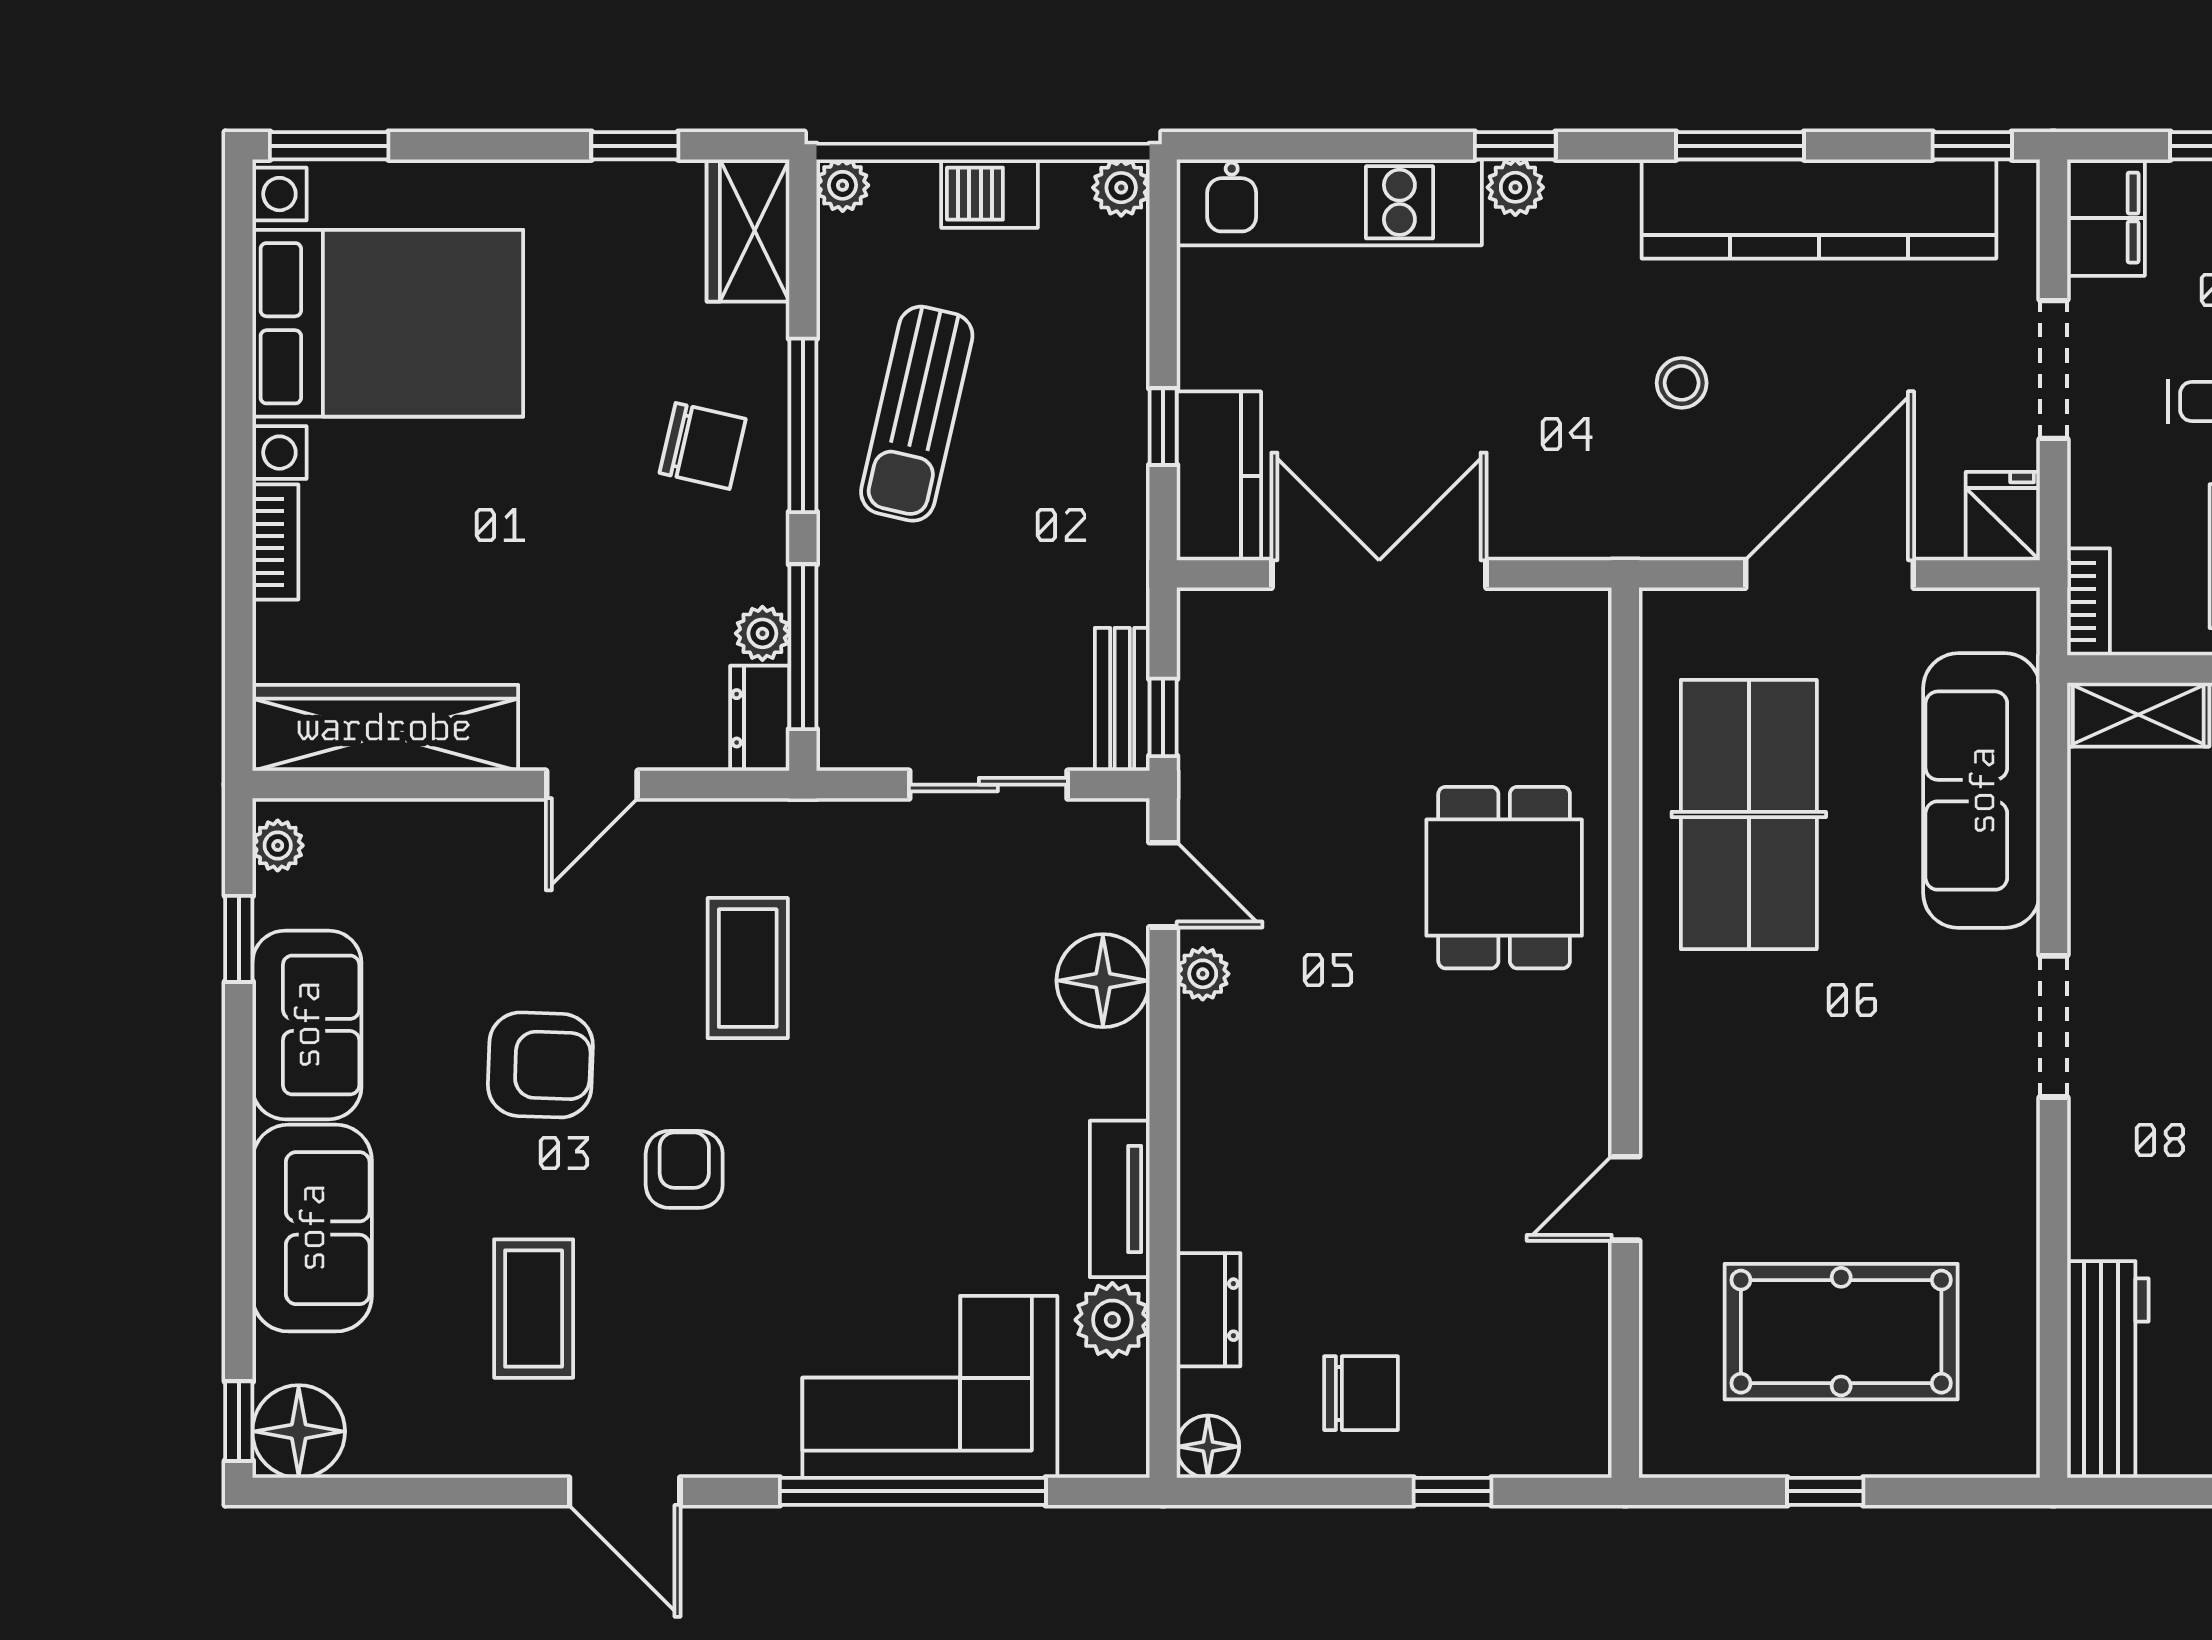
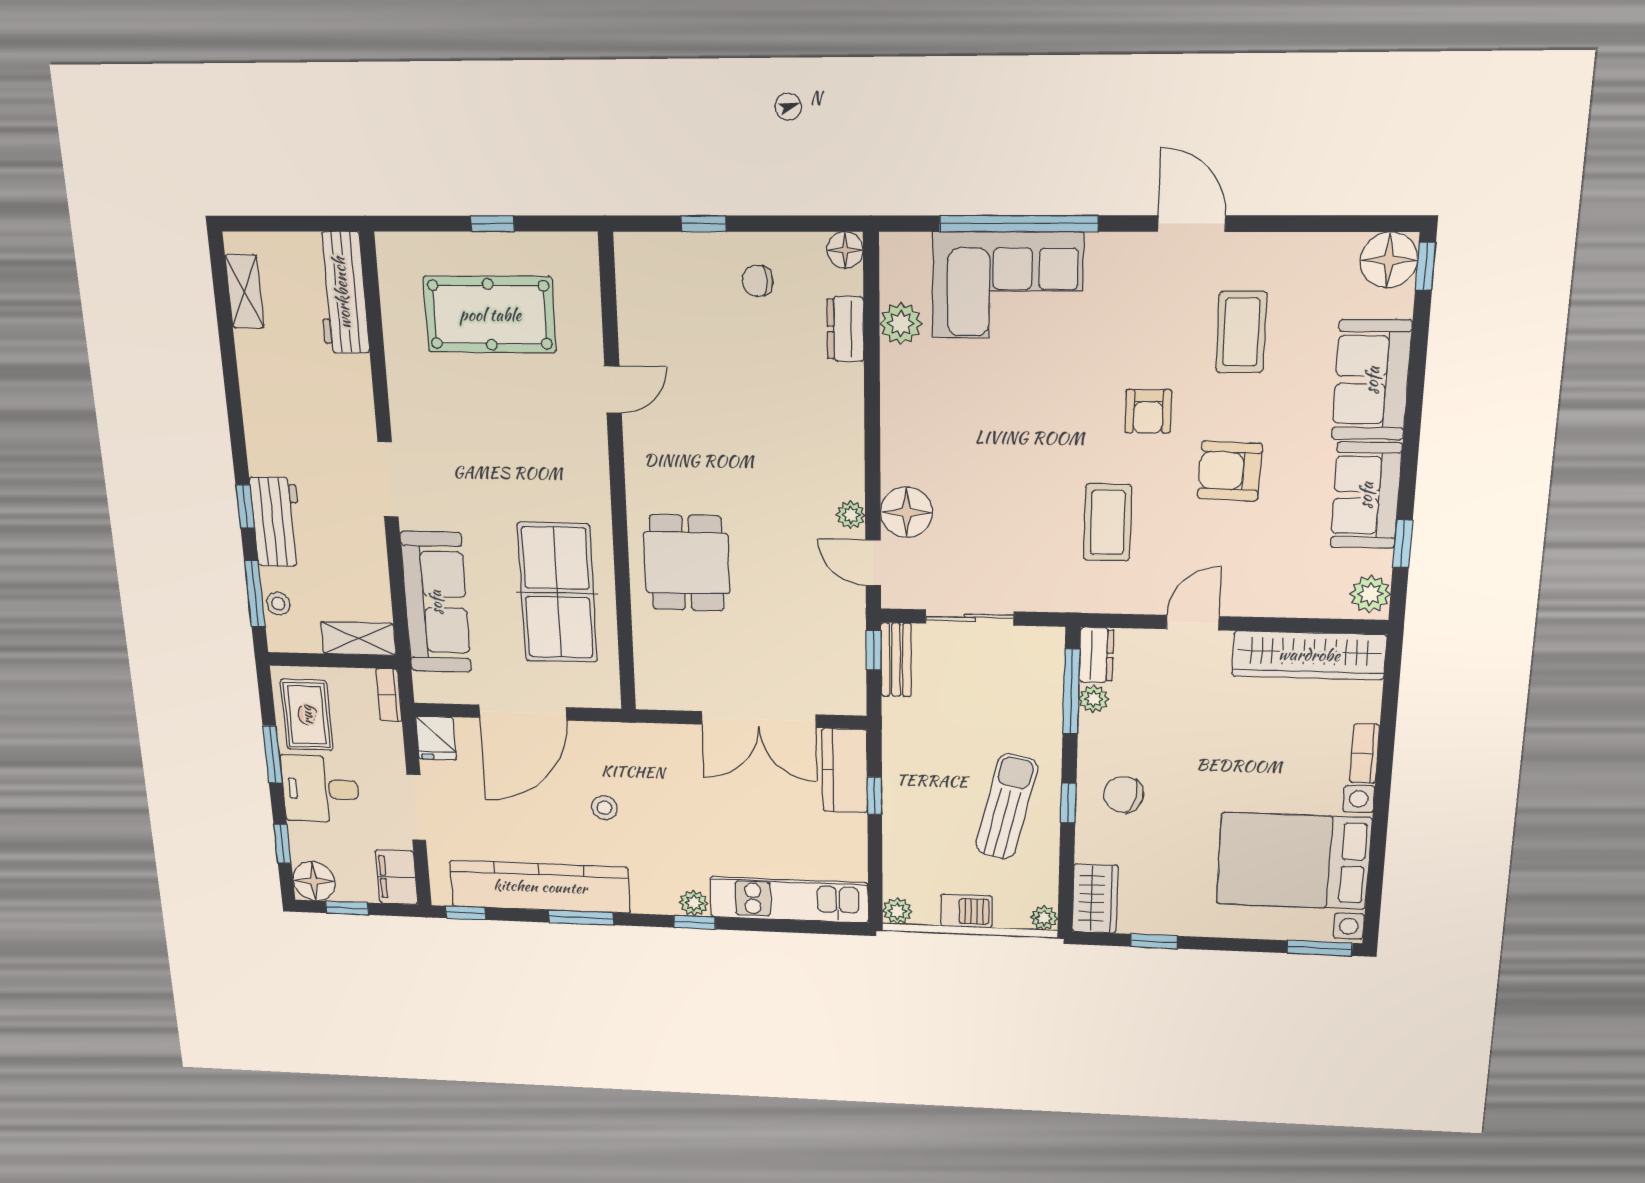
window: (803, 425) -> (1068, 803), width x0.46
plant: (278, 845) -> (1370, 594), width x1.38, depth x1.38
tv unit: (1120, 1199) -> (897, 392), removed
chair: (1361, 1393) -> (757, 281), width x0.73, depth x0.73

